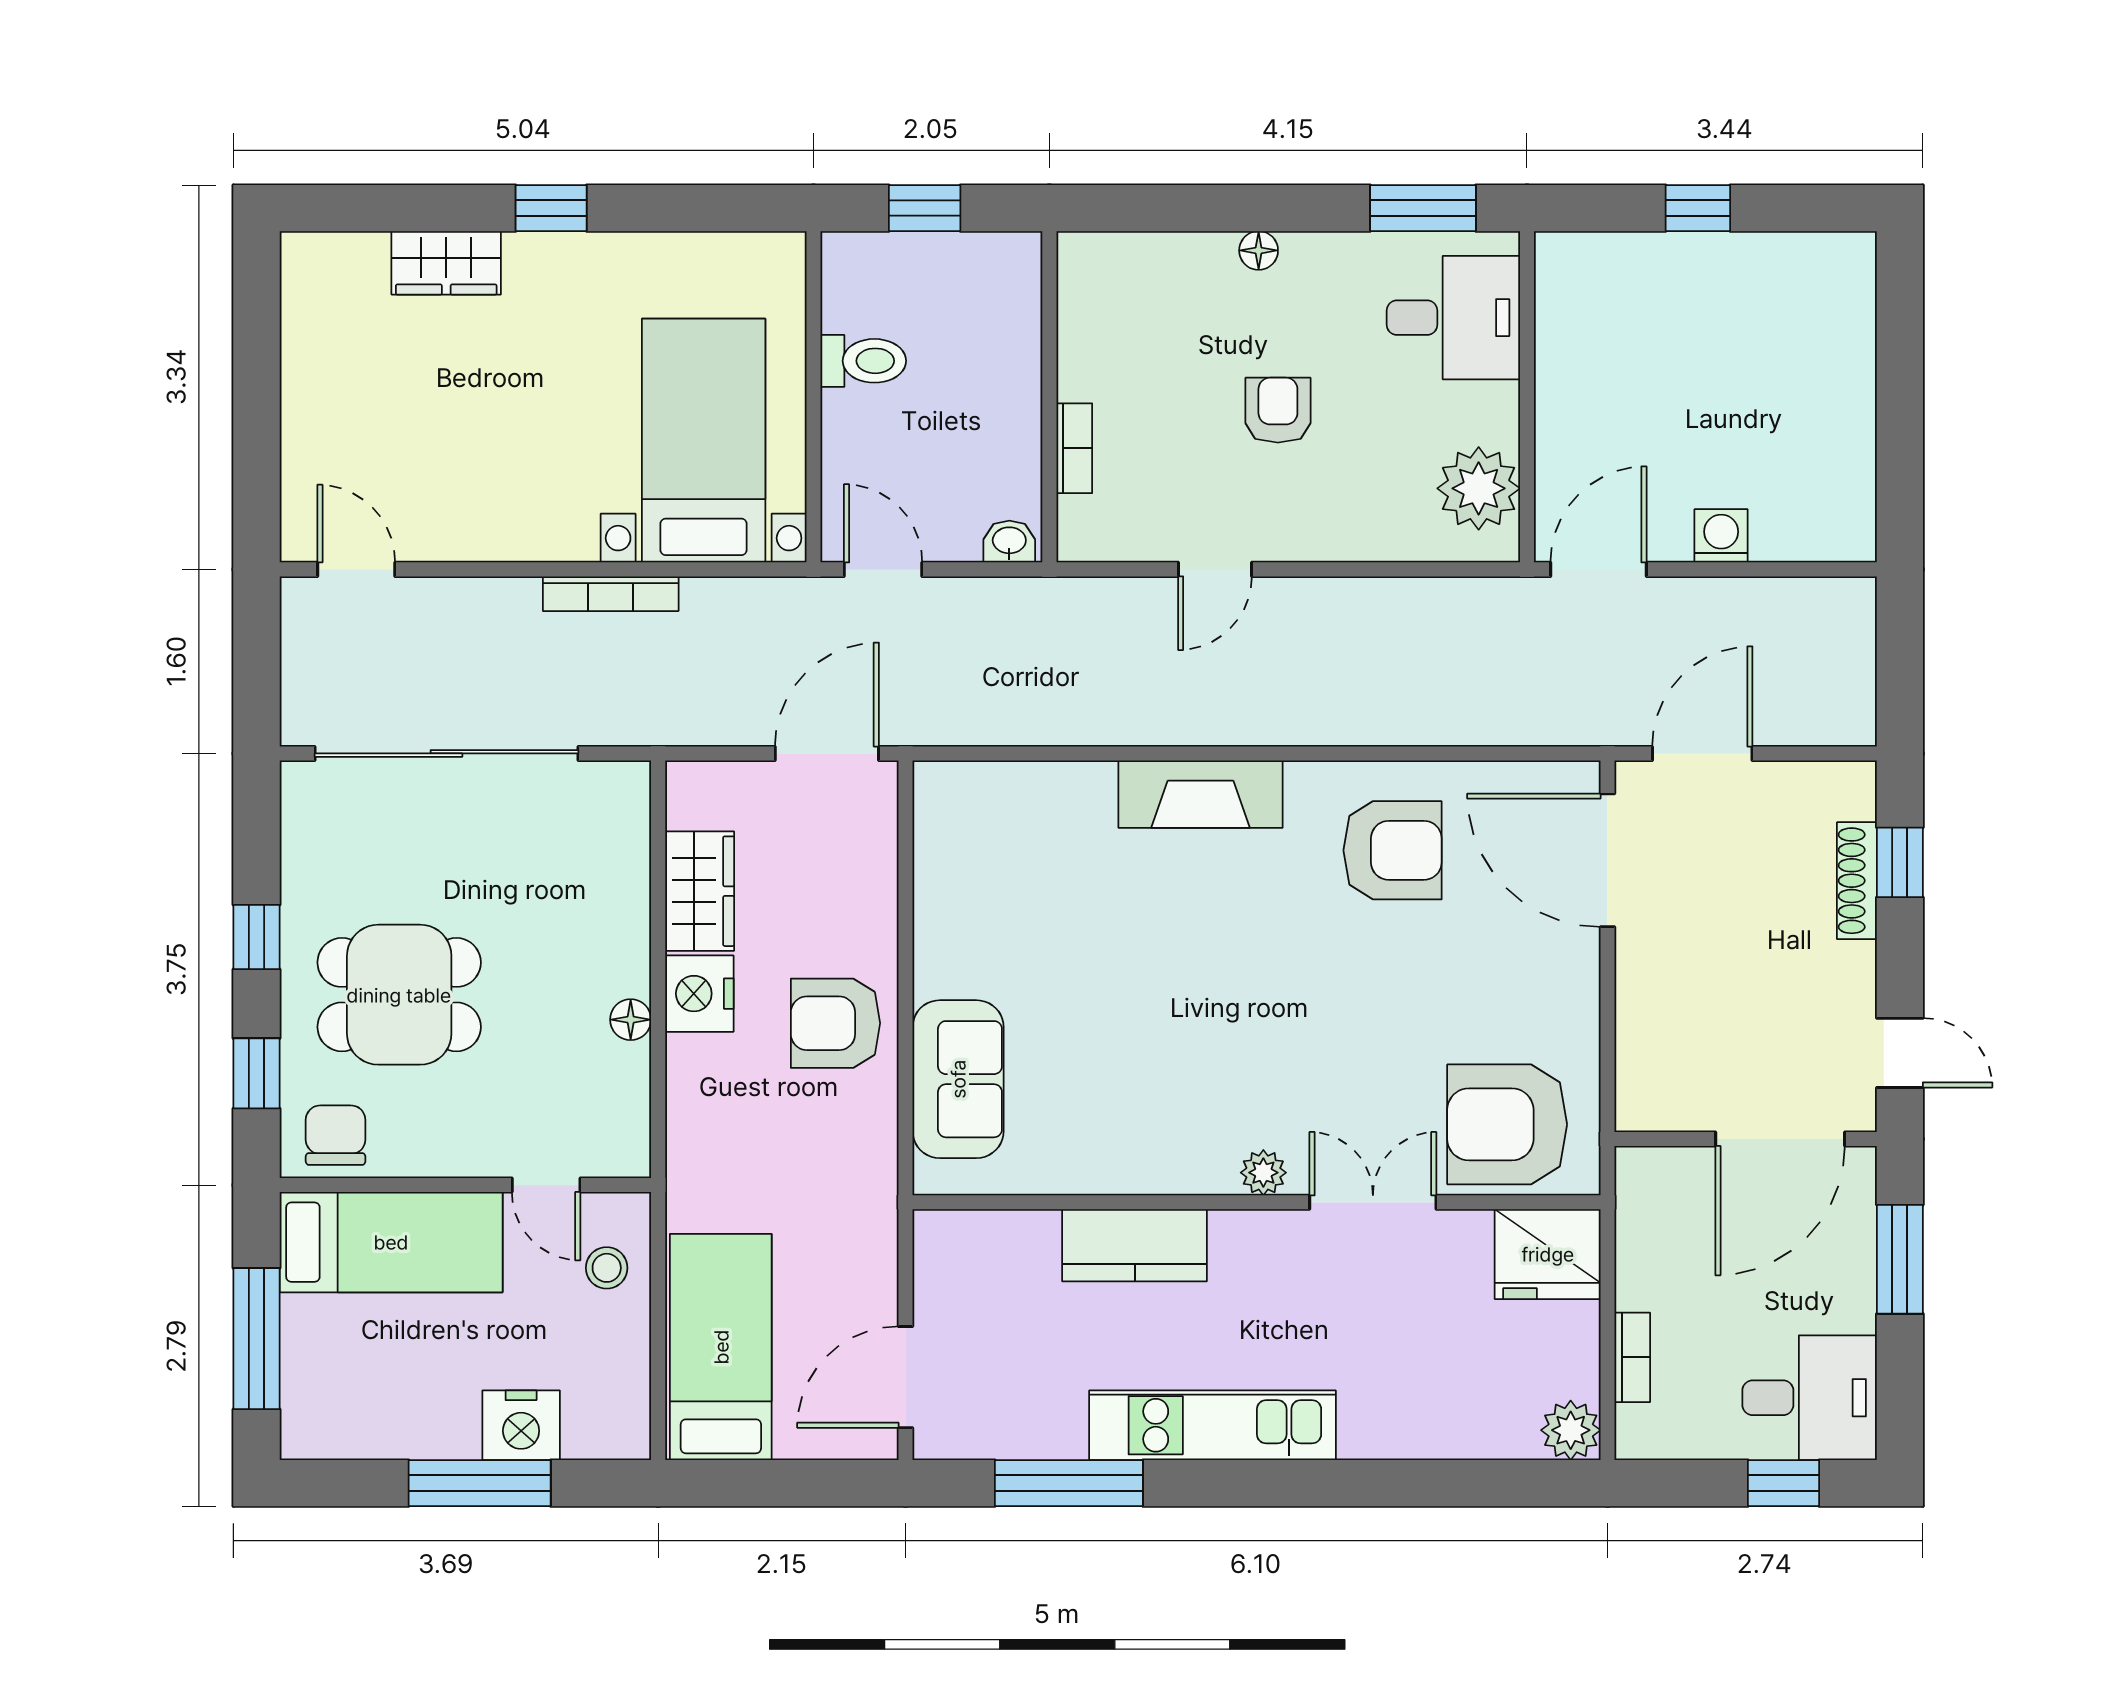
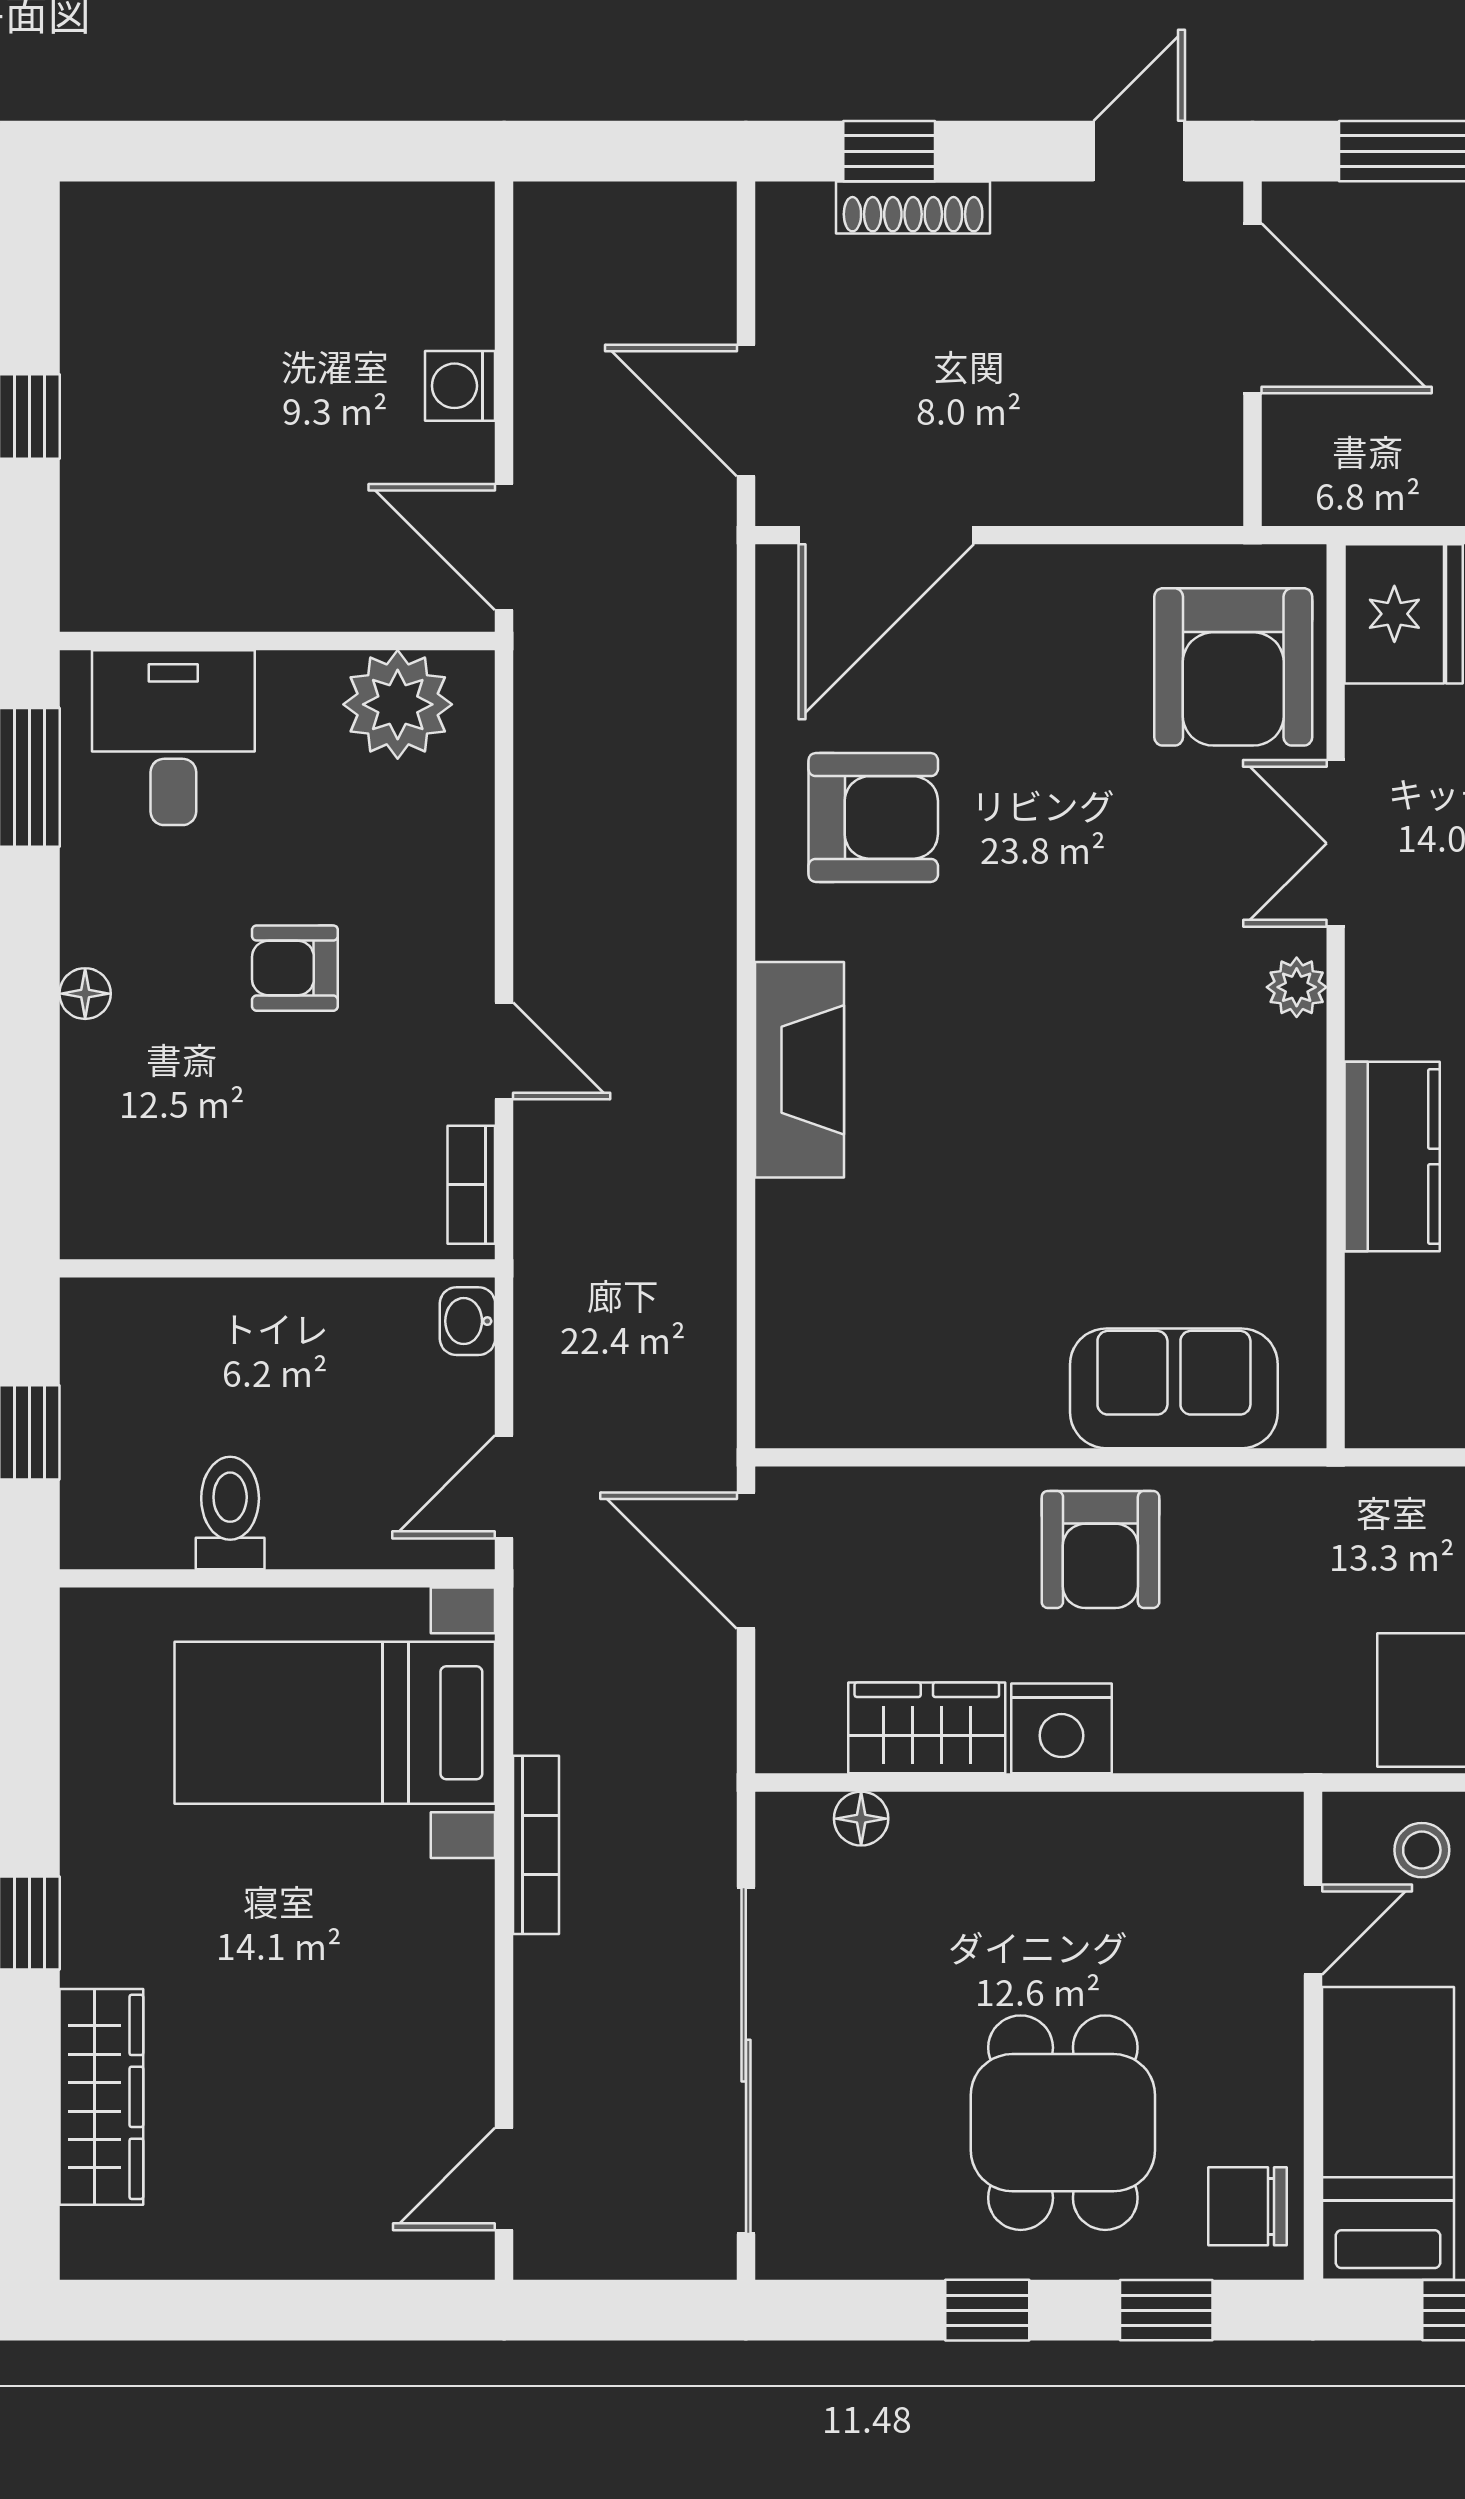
wardrobe: (446, 263) -> (101, 2097), width x1.50
bookcase: (1074, 448) -> (471, 1185), moved, turned -90
armchair: (1393, 850) -> (873, 817), turned 90
floor lamp: (631, 1020) -> (861, 1819), moved

